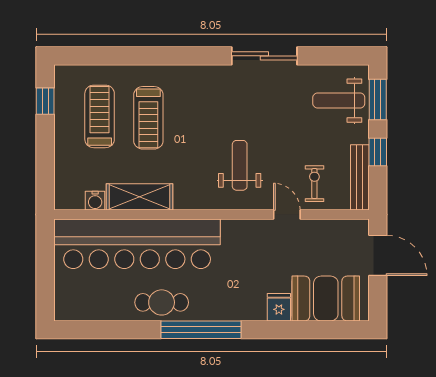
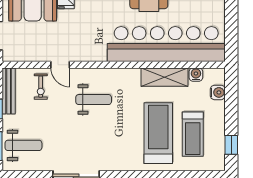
treadmill: (148, 118) -> (158, 133), width x1.37, depth x1.38
weight bench: (240, 165) -> (94, 100), turned -90
water cooler: (64, 175) -> (218, 92), added

